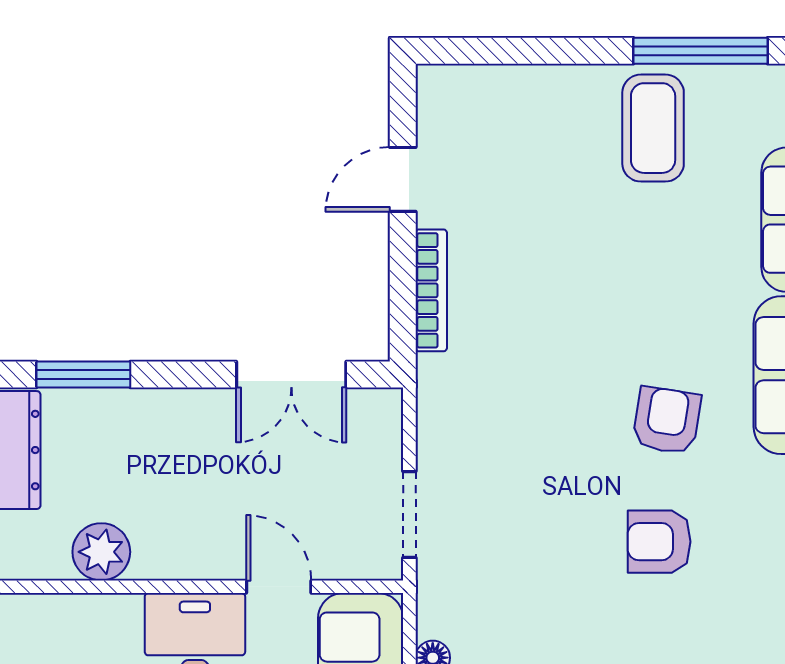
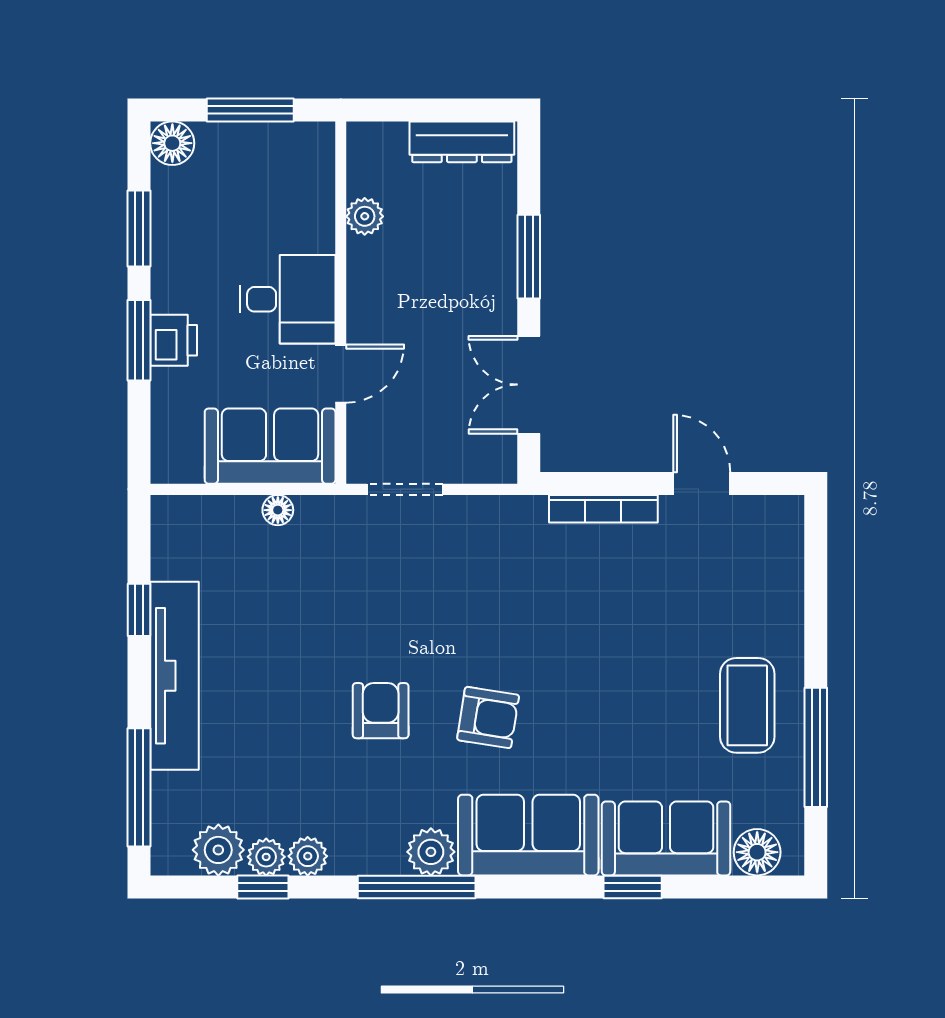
coffee table: (653, 128) -> (747, 705), turned 90
window: (83, 374) -> (529, 257), moved
plant: (101, 552) -> (365, 216), width x0.73, depth x0.73

